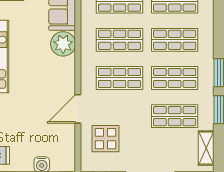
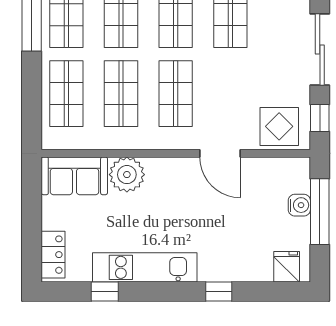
display table: (106, 139) -> (279, 126), moved

